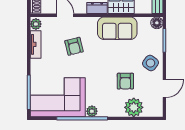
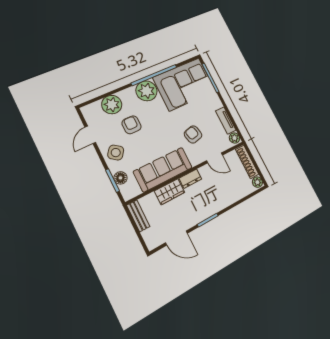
floor lamp: (157, 23) -> (120, 178), moved
sofa: (117, 28) -> (163, 169), width x1.36
plant: (92, 111) -> (147, 91), width x1.88, depth x1.88

